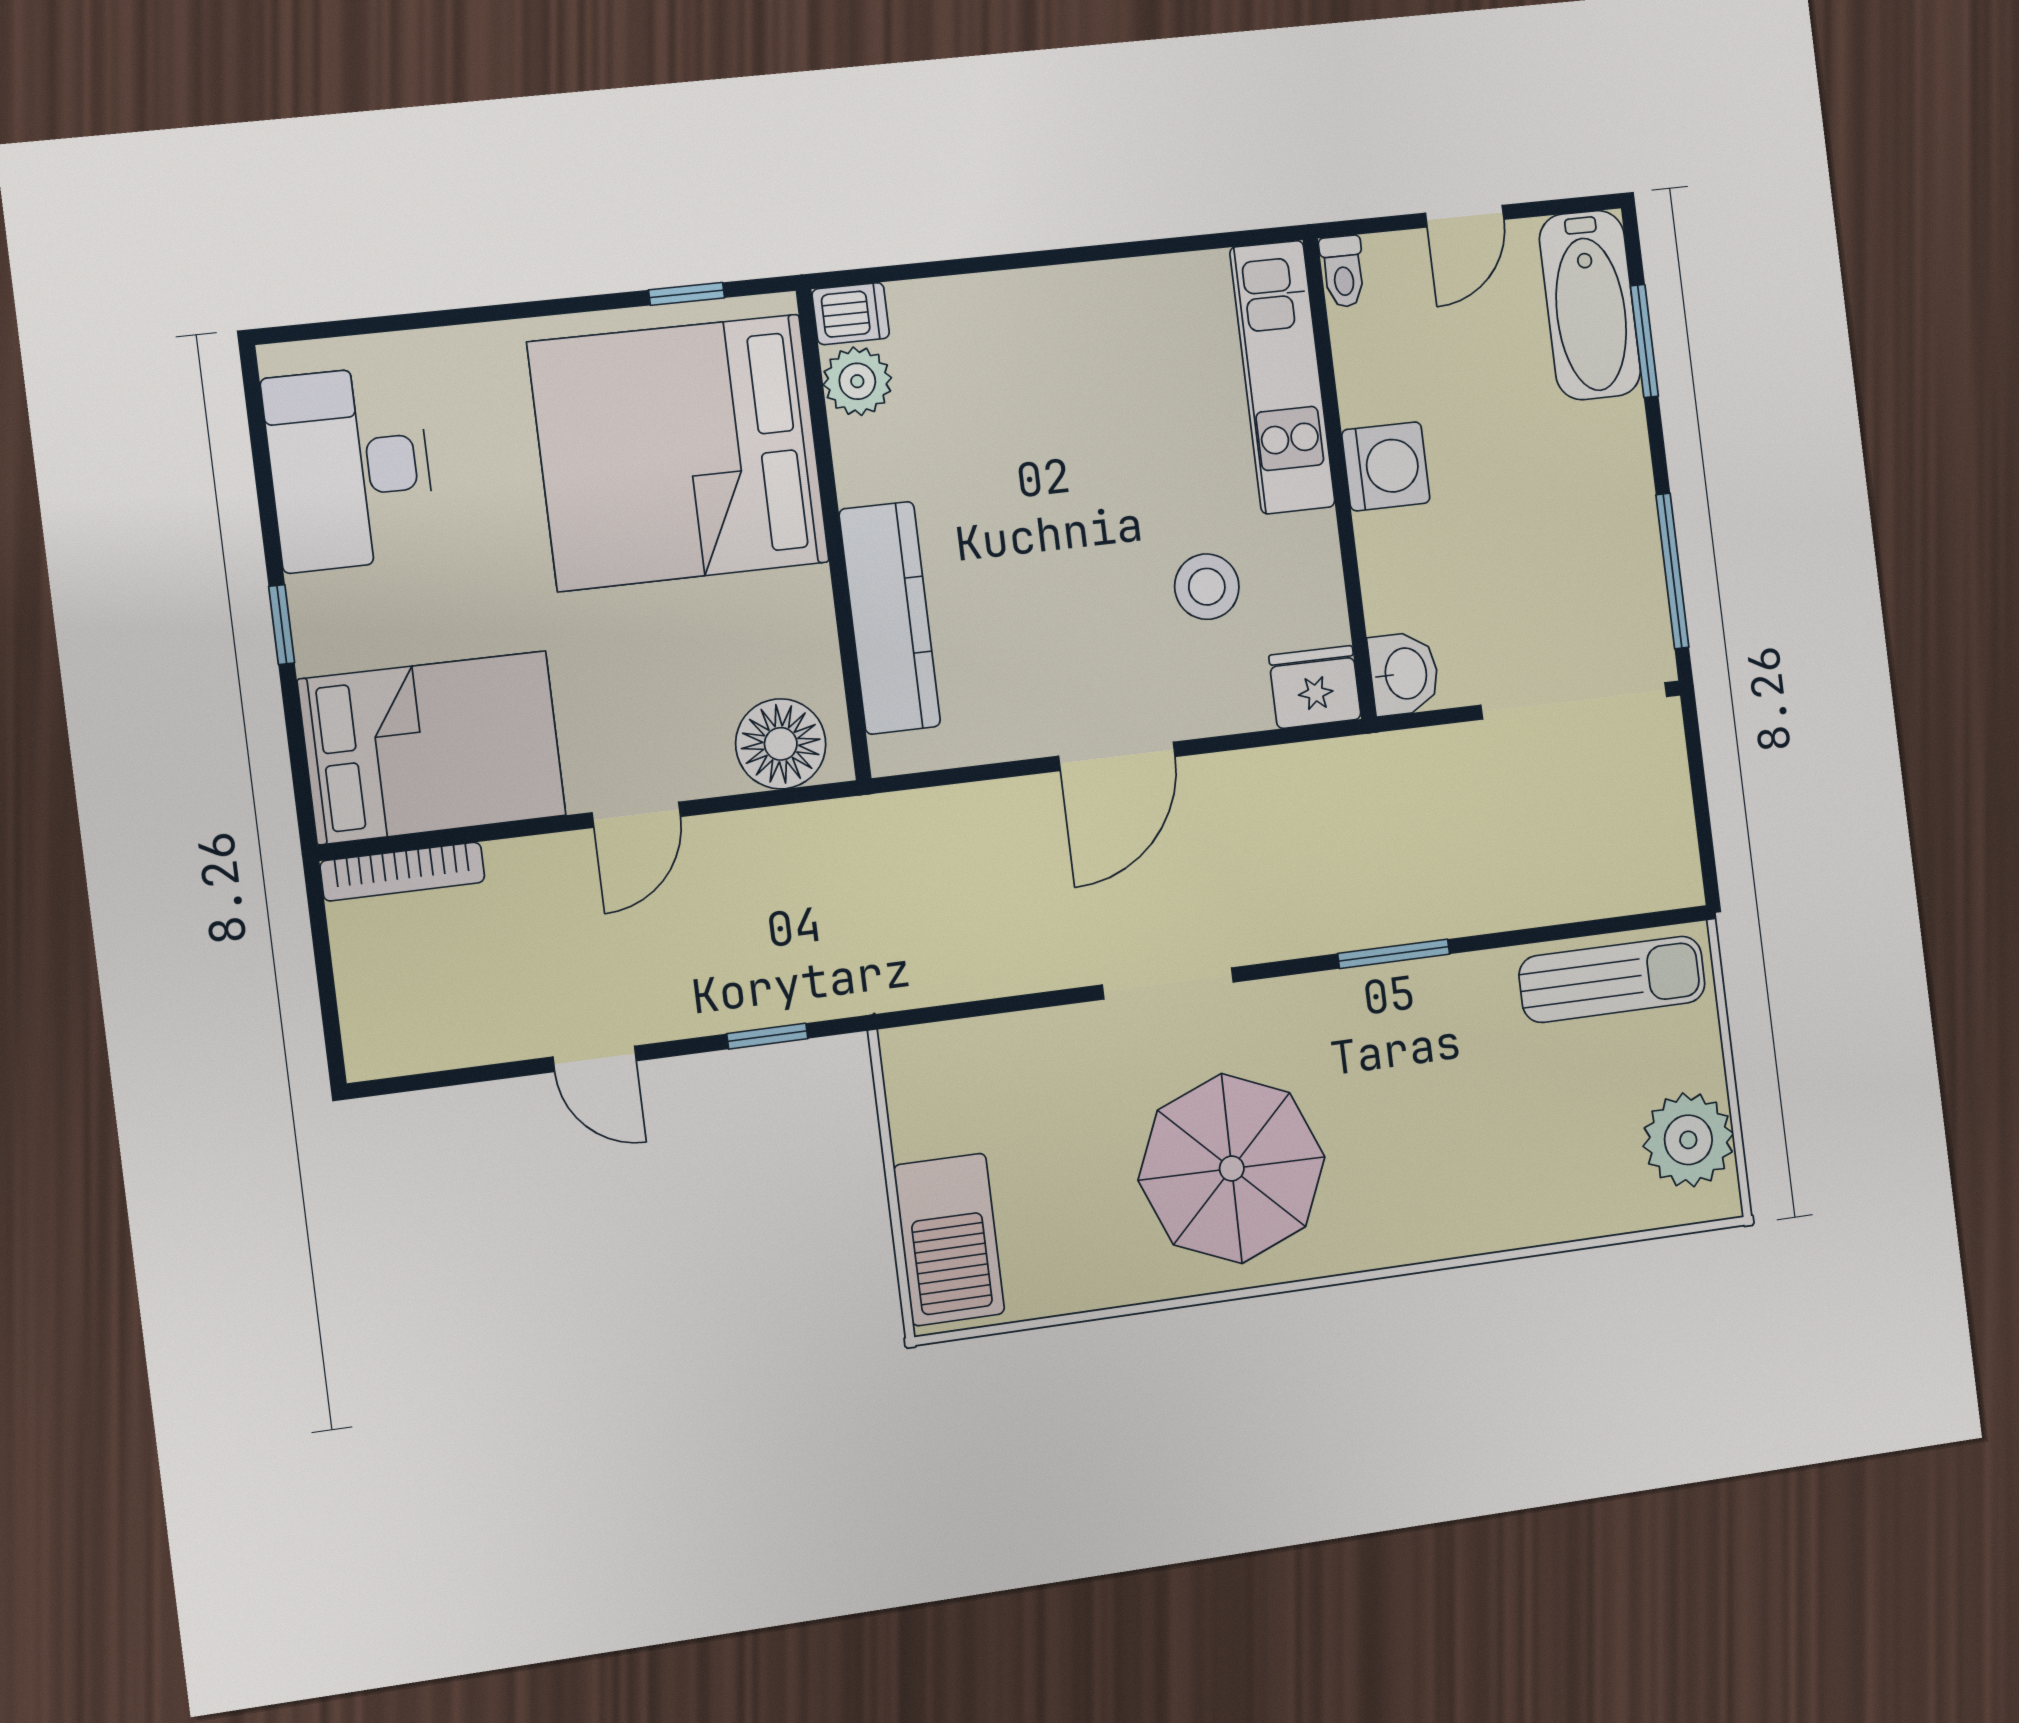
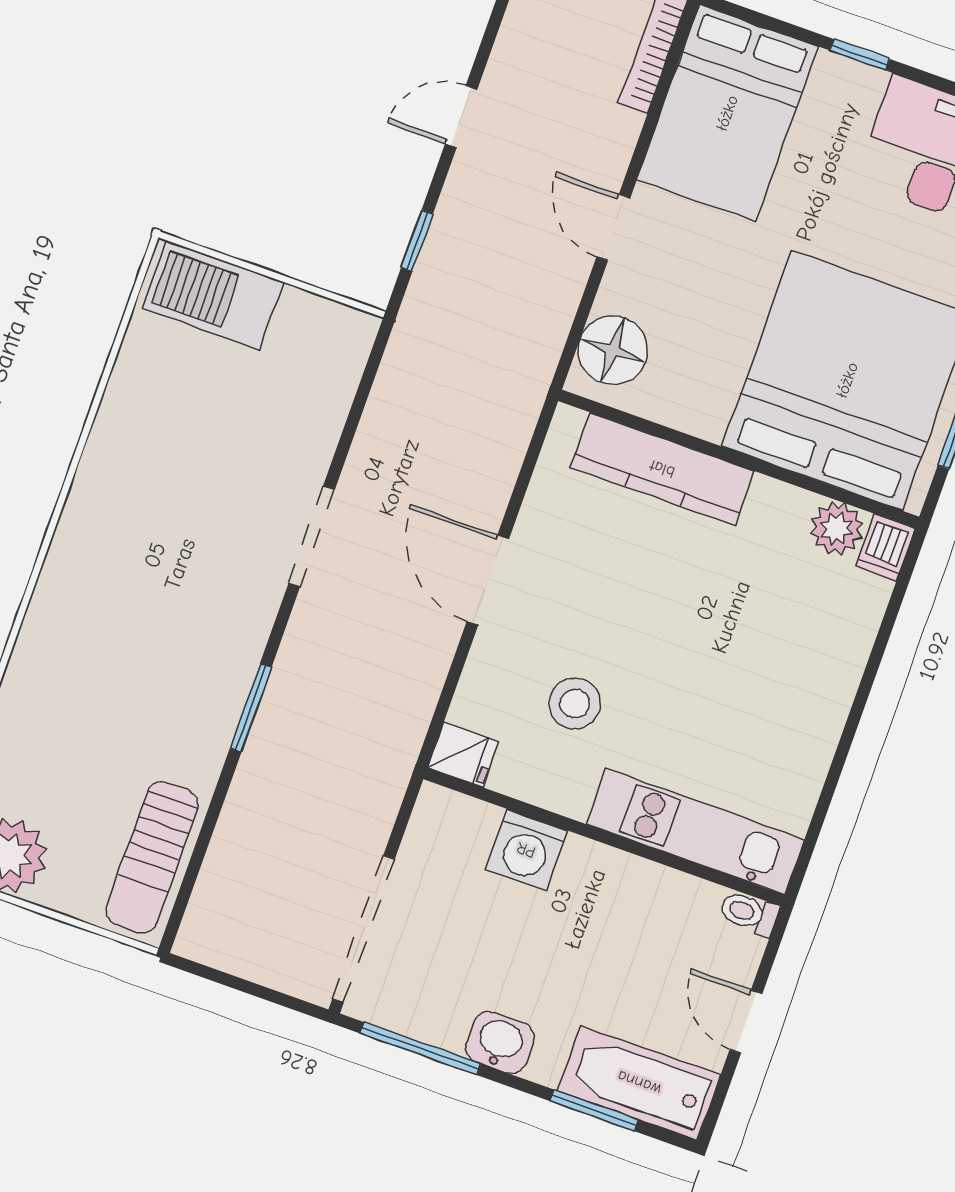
washing machine: (1386, 466) -> (526, 850), moved
washbasin: (1404, 674) -> (500, 1042), moved, turned 180
fridge: (1315, 687) -> (463, 754), width x0.72
parasol: (1232, 1168) -> (160, 517), removed

